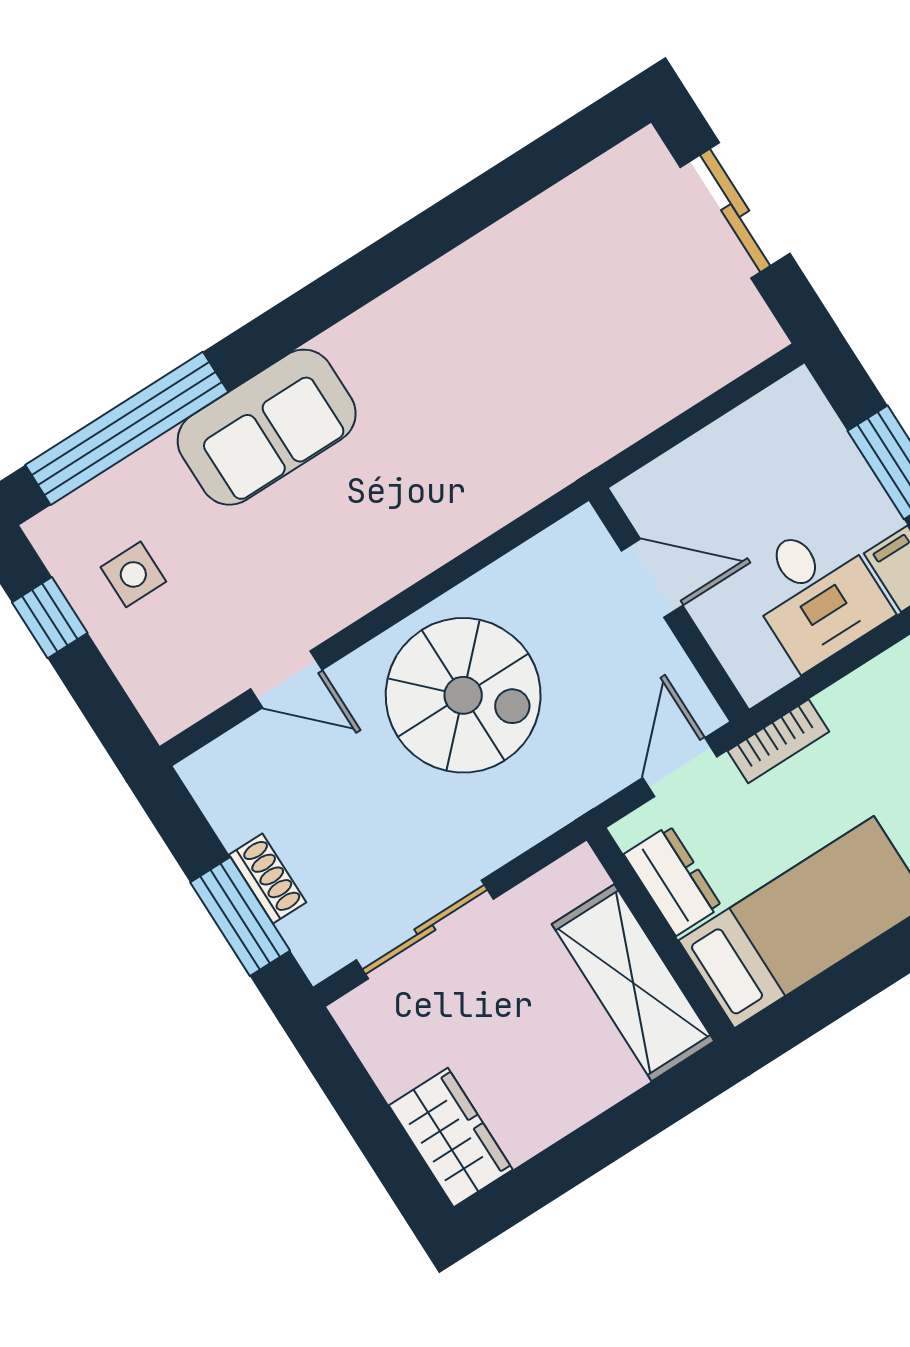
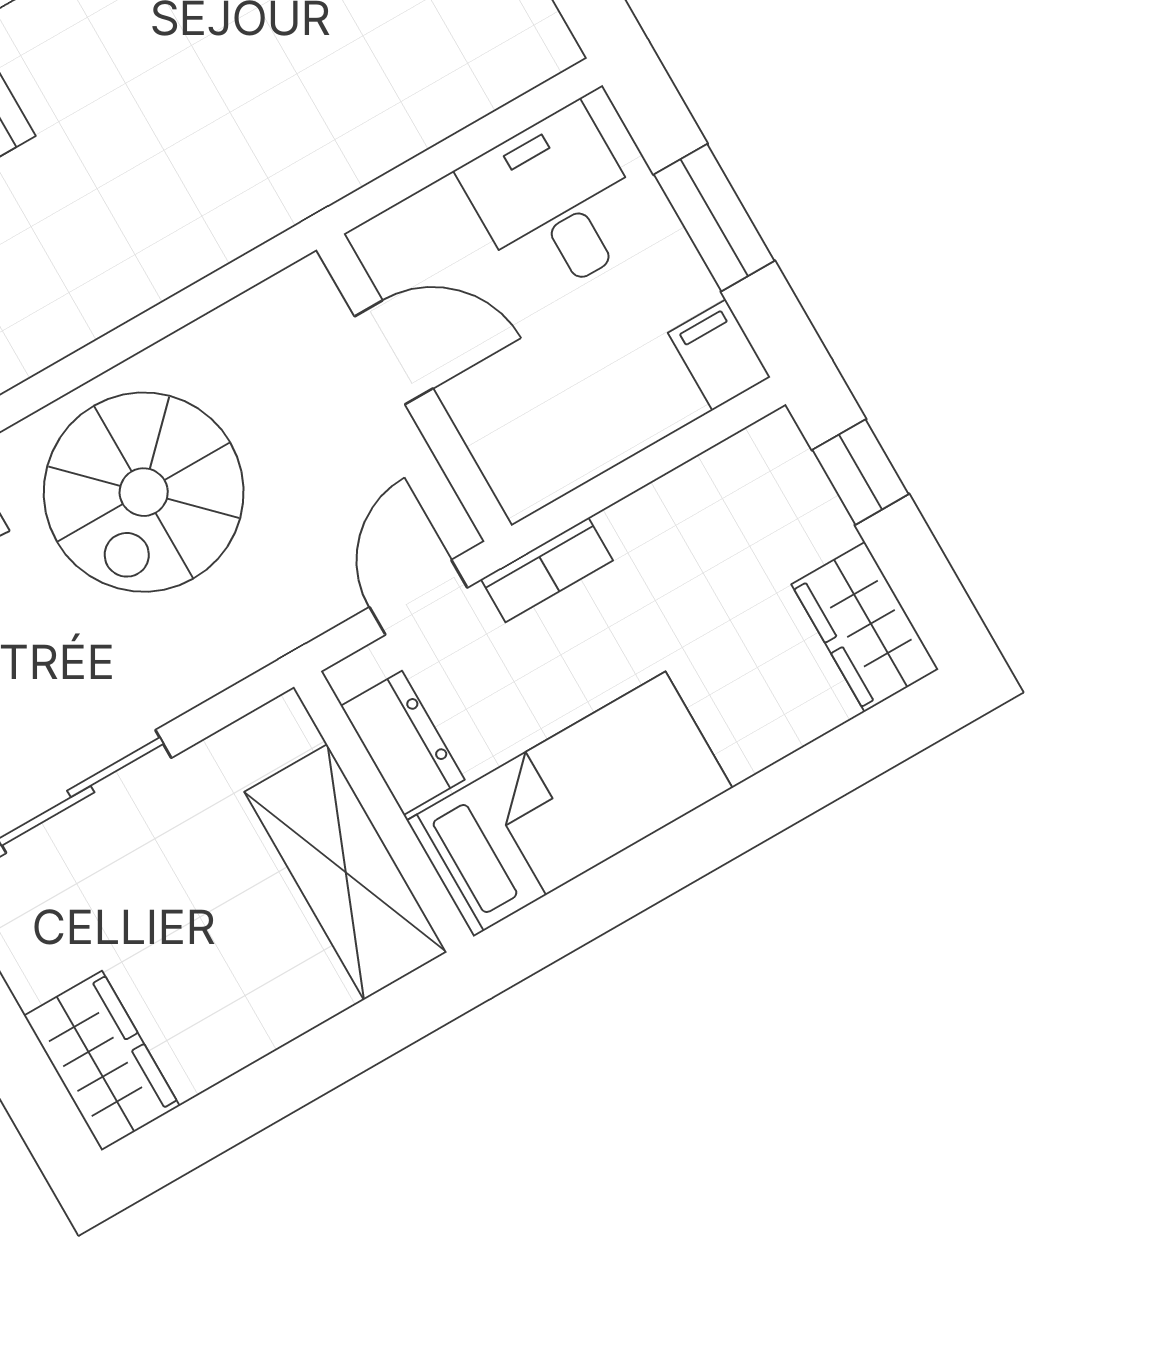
desk: (816, 594) -> (556, 203), moved, turned 180
spiral stairs: (463, 695) -> (144, 492), turned 90

